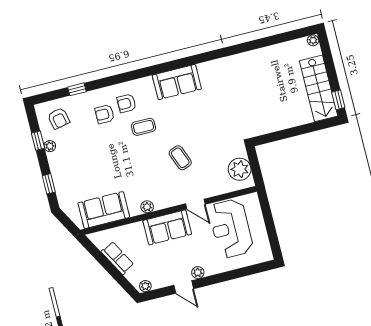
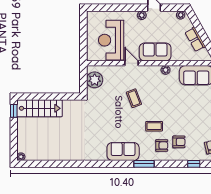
window: (144, 72) -> (144, 164), added
stairs: (319, 88) -> (40, 108), moved, turned 90
reception desk: (231, 228) -> (111, 40), turned 180

